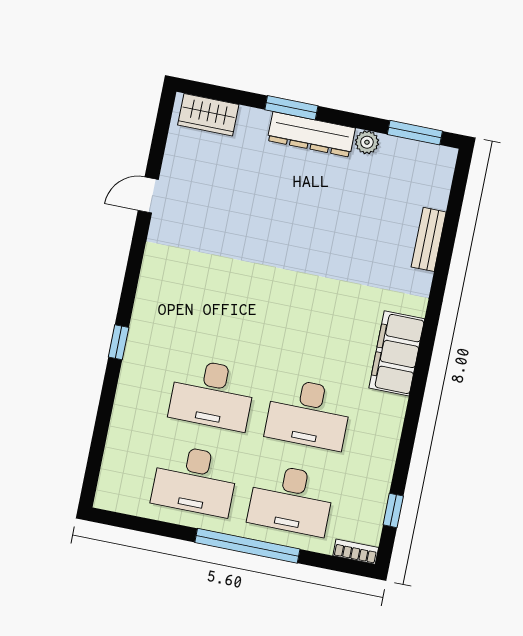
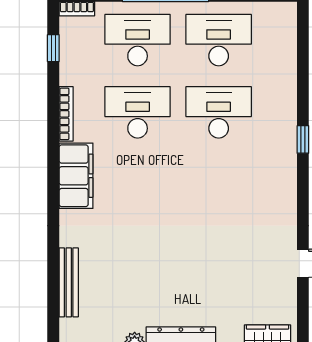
bench: (429, 239) -> (69, 282), width x1.36
bookcase: (394, 429) -> (66, 114), added

